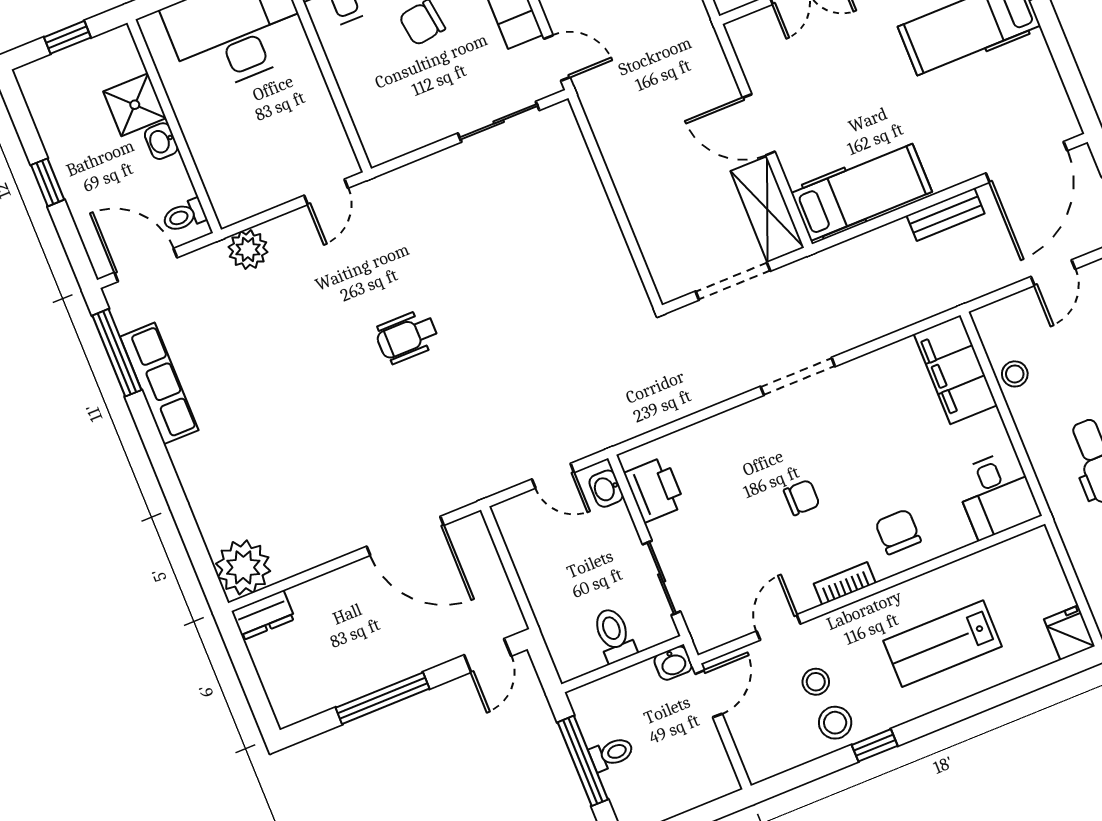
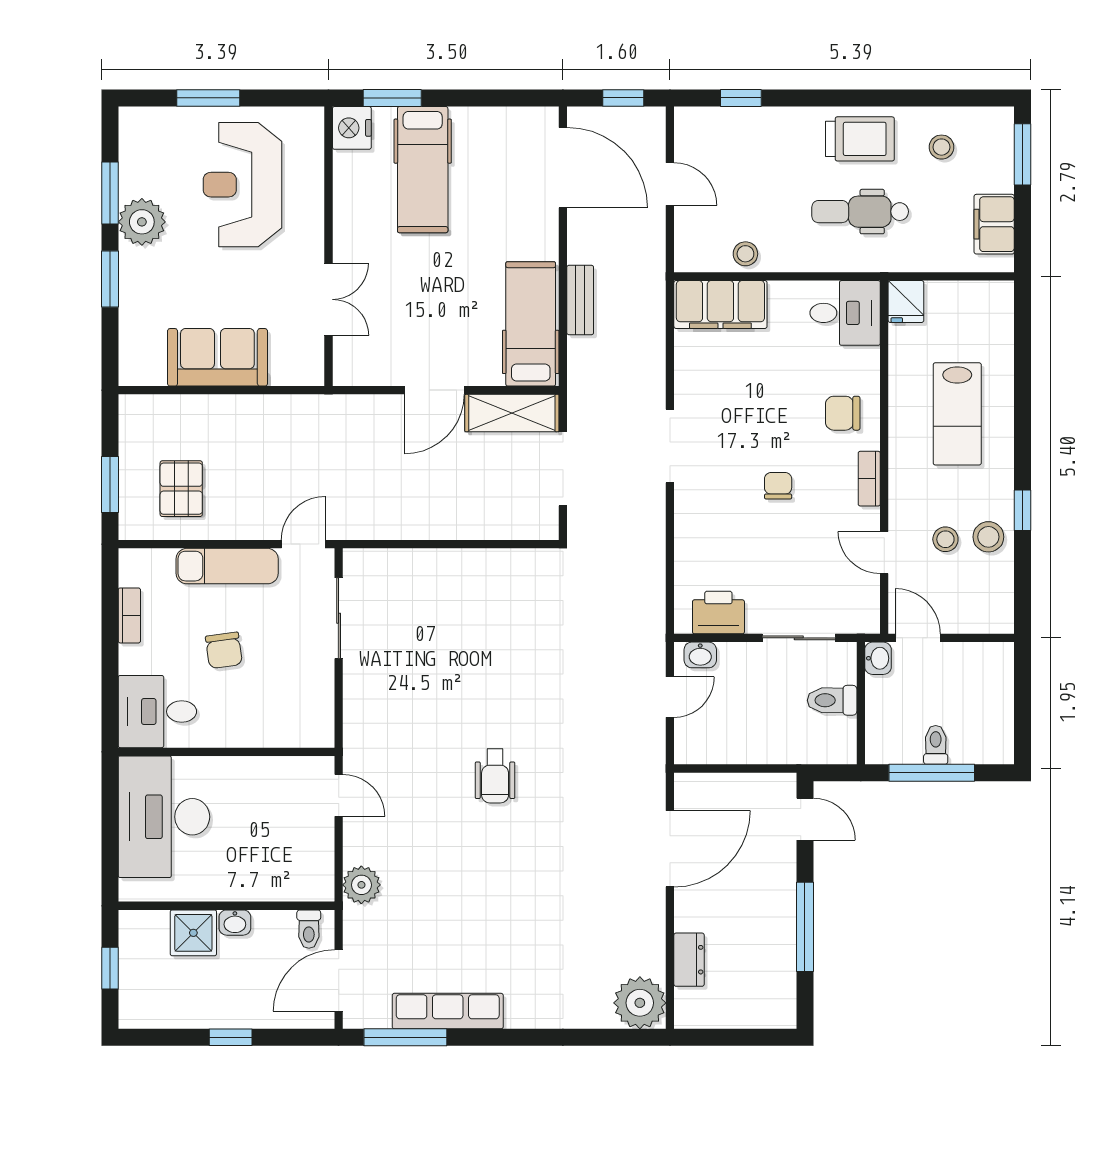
bench: (946, 214) -> (580, 300), moved
dresser: (263, 615) -> (689, 960), moved
fridge: (1070, 633) -> (906, 302), moved, turned -90

